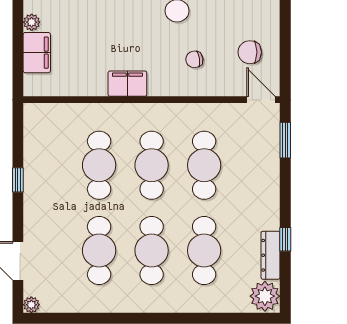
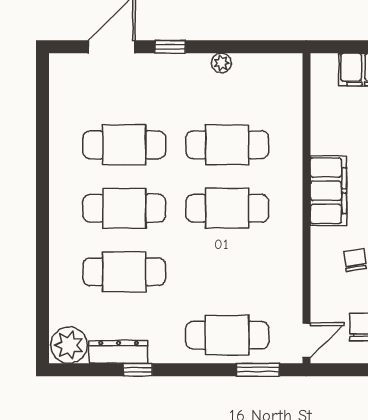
filing cabinet: (127, 84) -> (328, 191), width x1.50, depth x1.17
cafe table: (204, 165) -> (227, 335), moved
window: (18, 180) -> (170, 47), moved
plant: (31, 305) -> (221, 63), moved

